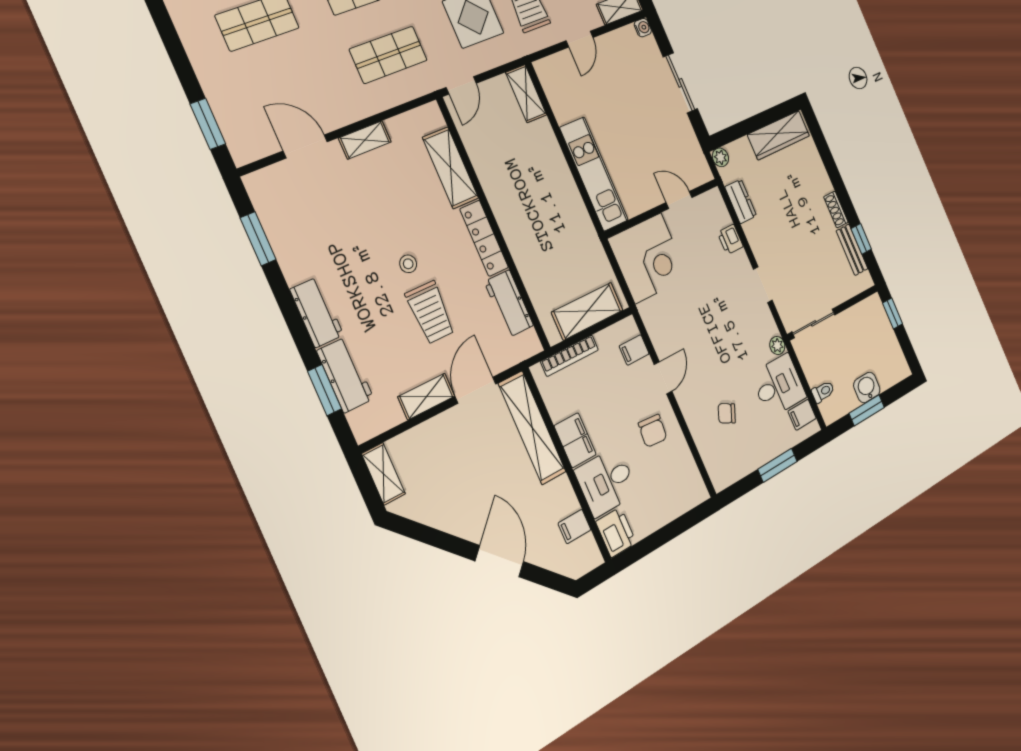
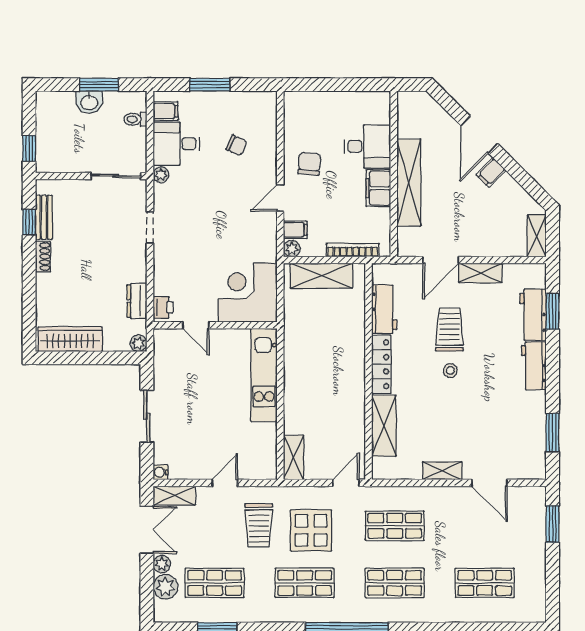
printer: (730, 239) -> (163, 307), moved
plant: (628, 327) -> (292, 249), added
shelving: (532, 428) -> (409, 183), moved
filing cabinet: (574, 527) -> (491, 172), moved, turned 135
printer: (616, 532) -> (377, 107), removed

